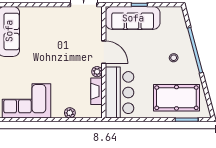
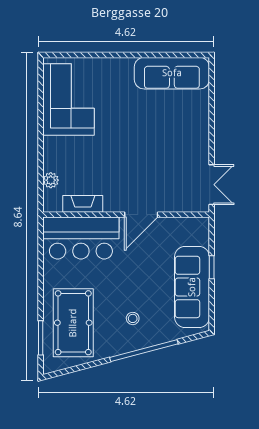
sofa: (133, 18) -> (192, 287), moved
plant: (97, 72) -> (112, 205), removed
plant: (70, 113) -> (51, 180), moved

